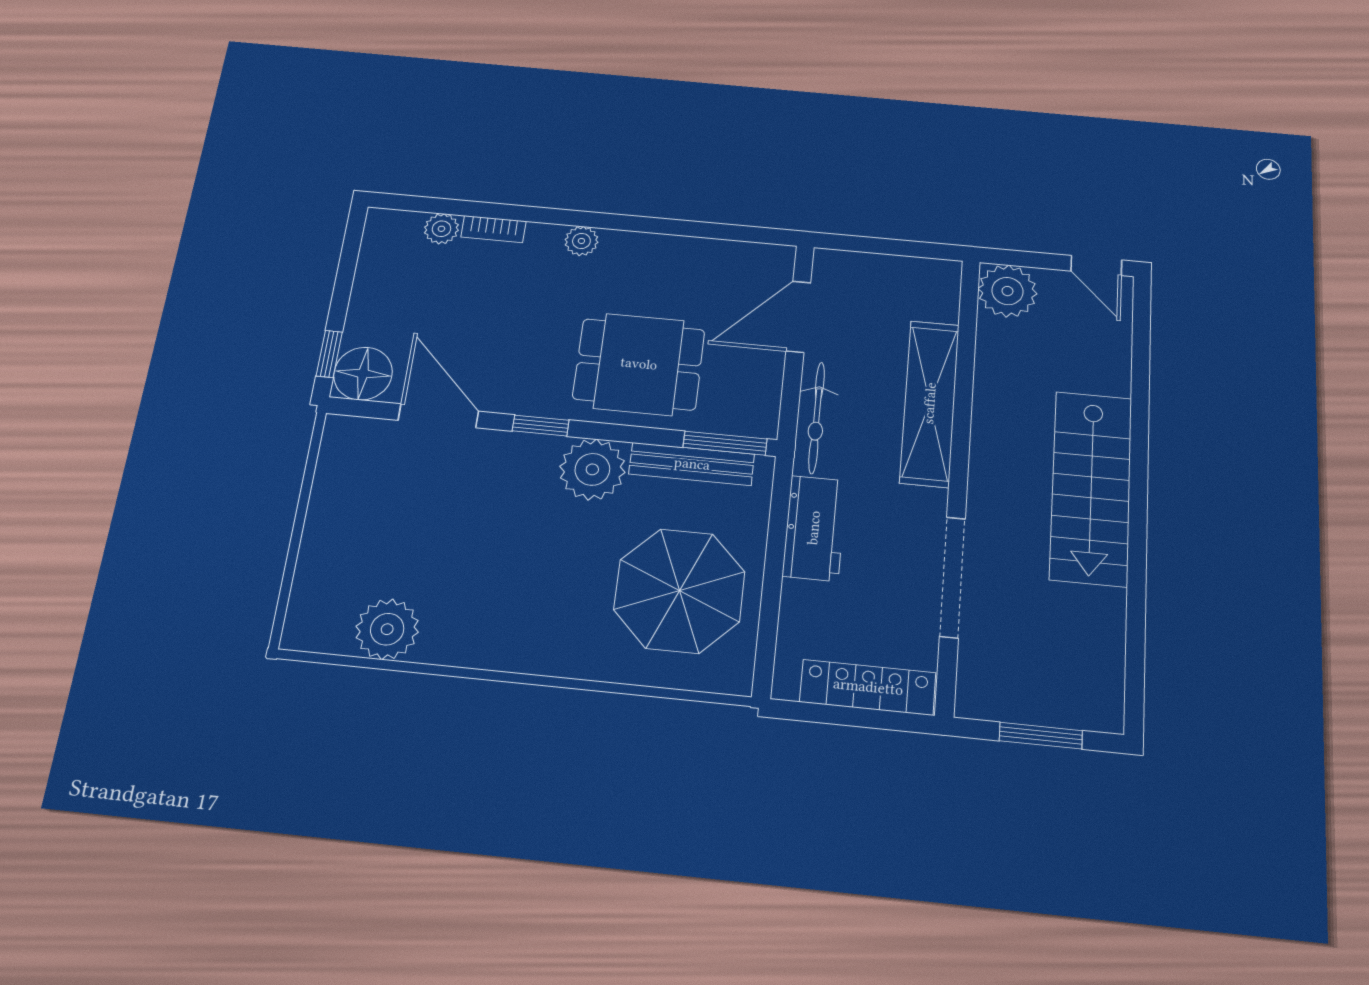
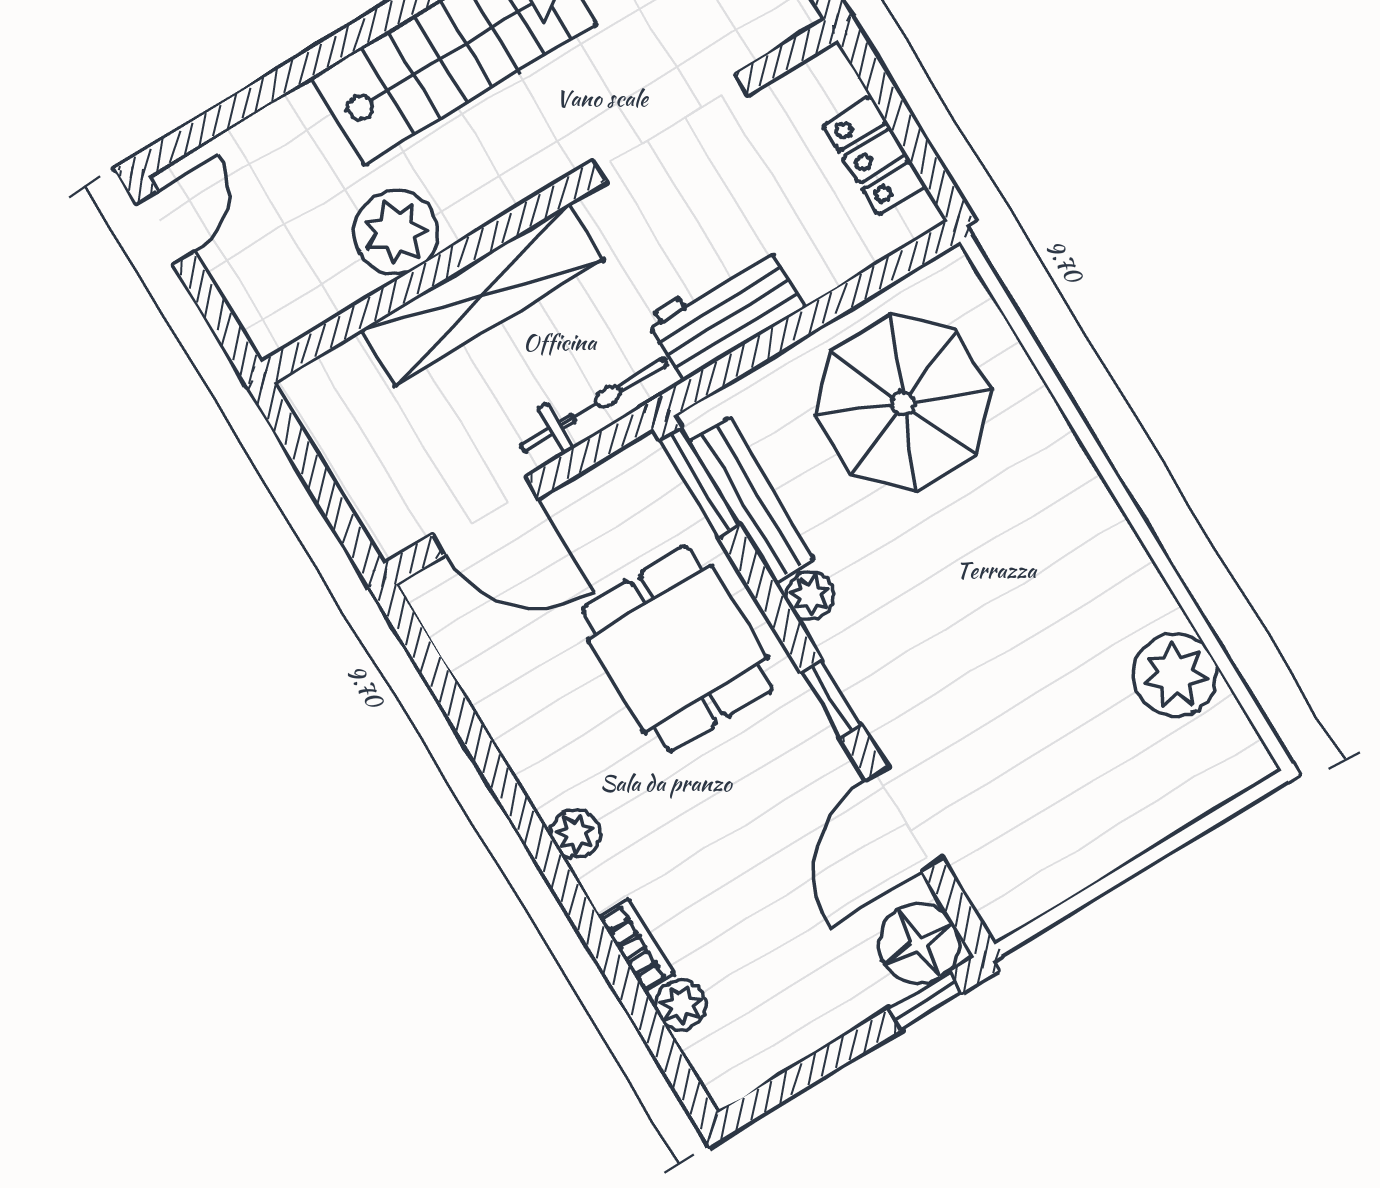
plant: (1007, 291) -> (396, 232), moved
plant: (592, 469) -> (810, 595), width x0.53, depth x0.53
locker: (868, 687) -> (875, 155), width x0.66

